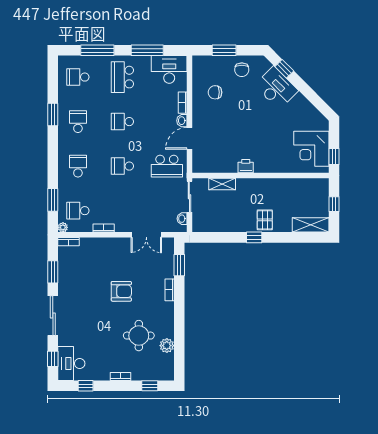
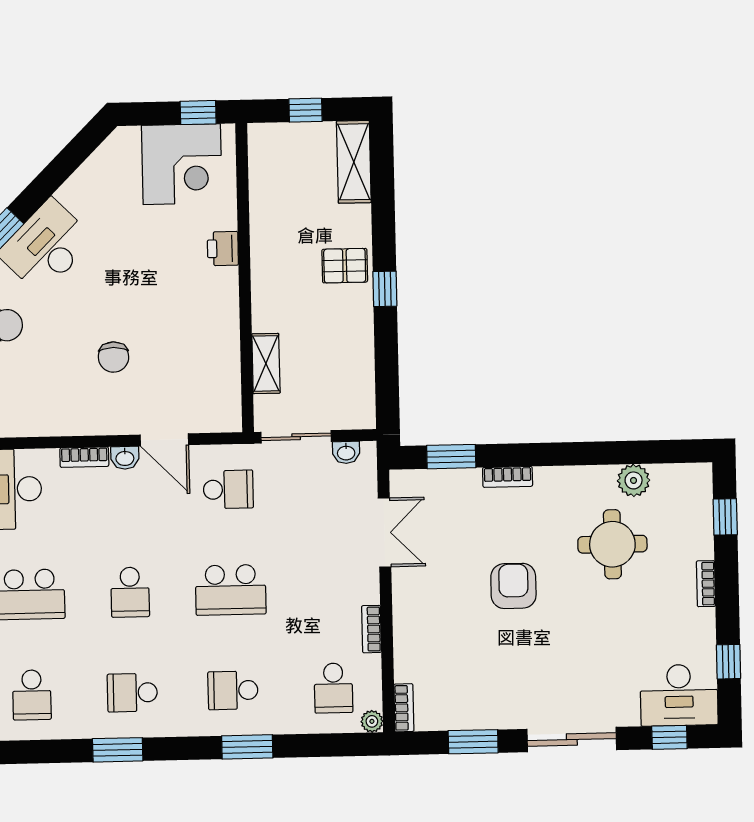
chair: (215, 92) -> (114, 357), moved
school desk: (122, 166) -> (231, 590), width x1.85
school desk: (167, 166) -> (228, 489), width x0.54
printer: (246, 166) -> (223, 249), moved
window: (53, 200) -> (247, 747), moved

